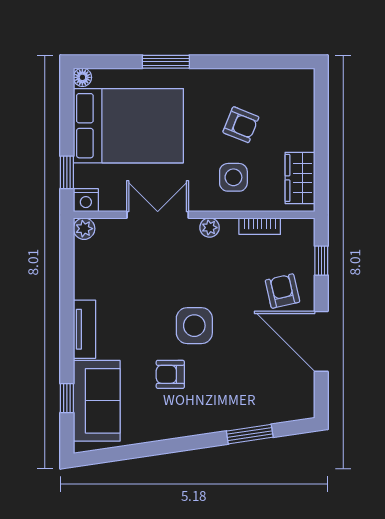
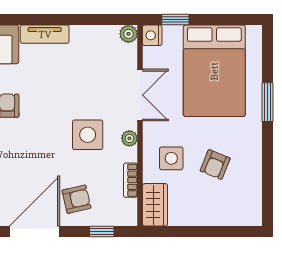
floor lamp: (82, 77) -> (255, 32), removed
wardrobe: (300, 178) -> (155, 205), moved, turned 90
side table: (194, 326) -> (88, 135), moved

